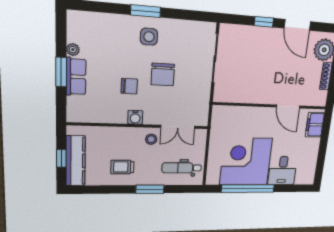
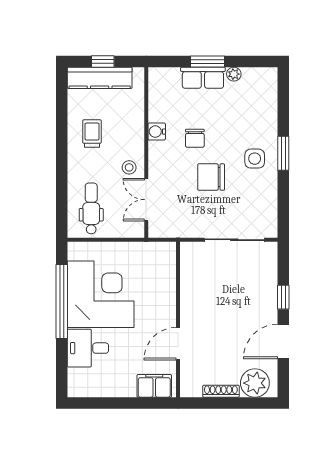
water cooler: (135, 117) -> (157, 132), moved
window: (150, 189) -> (62, 169), removed

